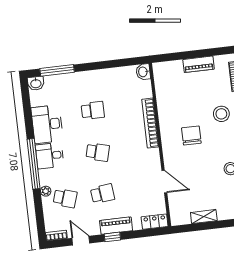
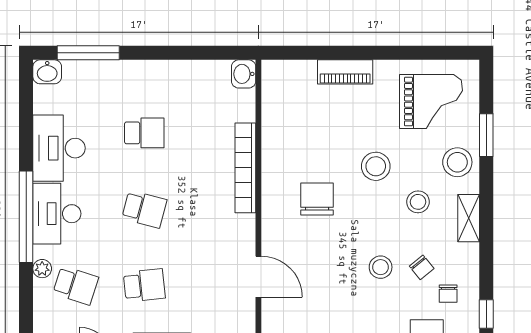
desk: (50, 156) -> (57, 214), width x1.37

